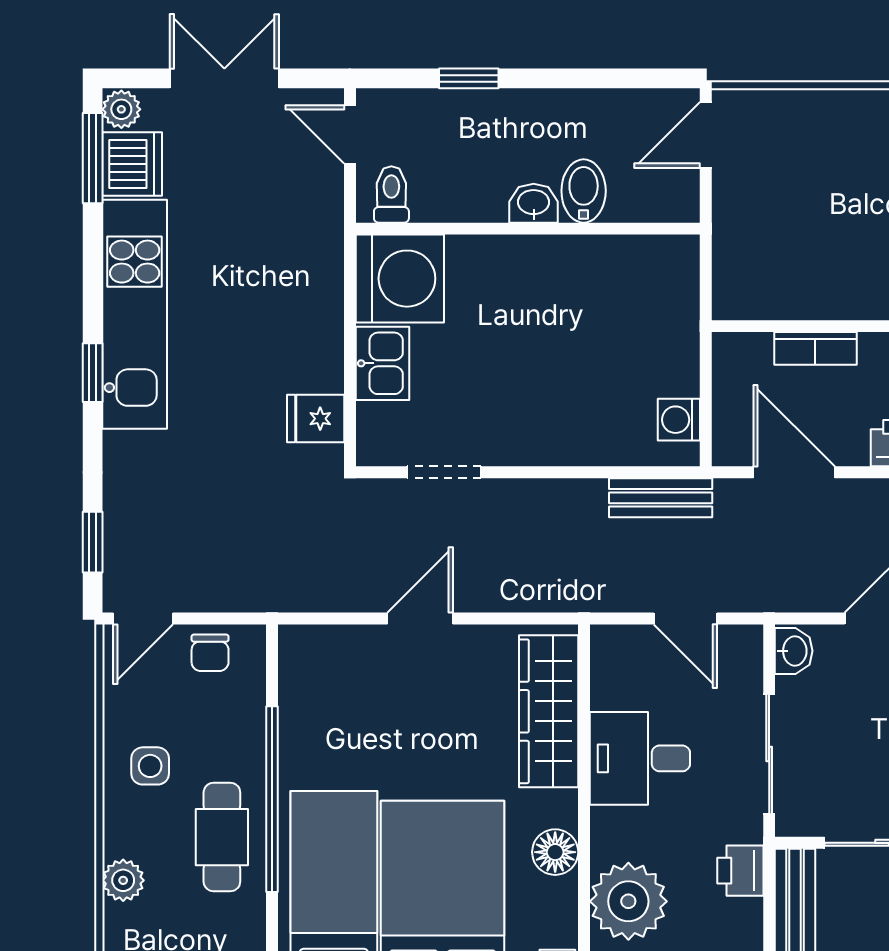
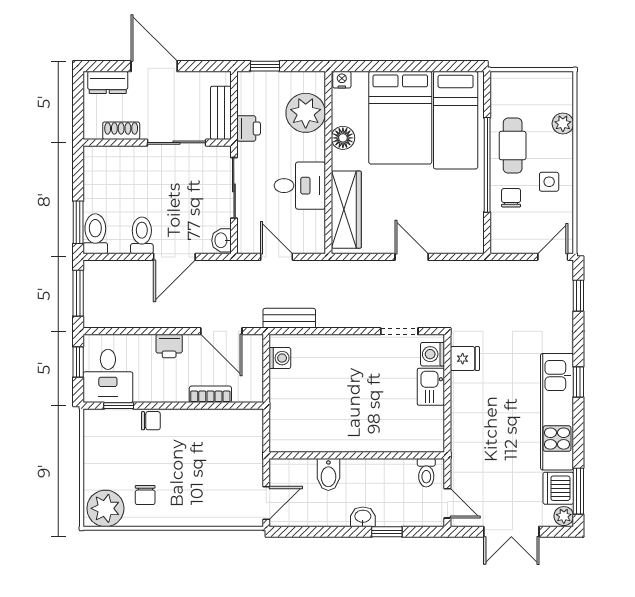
washbasin: (534, 203) -> (363, 517), moved, turned 180
washing machine: (400, 279) -> (433, 354), moved, width x0.53, depth x0.53
door: (420, 619) -> (412, 257), swing flipped
chair: (210, 653) -> (511, 198), moved

